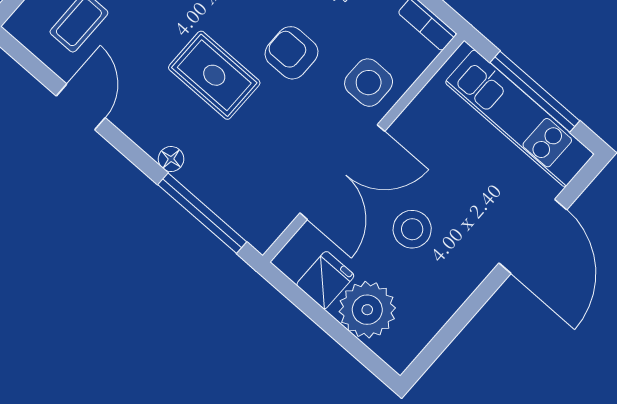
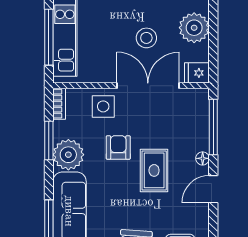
armchair: (291, 53) -> (118, 147), turned 180
door: (81, 107) -> (213, 189), moved
fridge: (325, 280) -> (197, 73), moved

